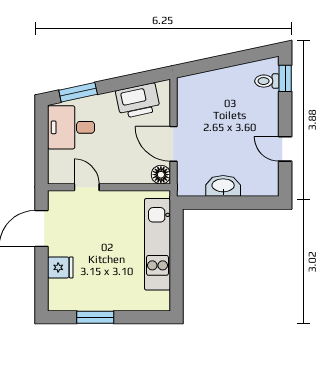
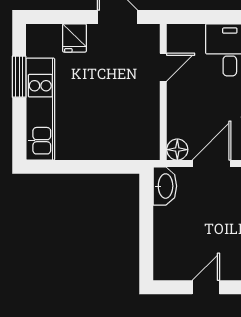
washbasin: (223, 186) -> (165, 186), moved
kitchen unit: (157, 244) -> (40, 109), moved, turned 90

